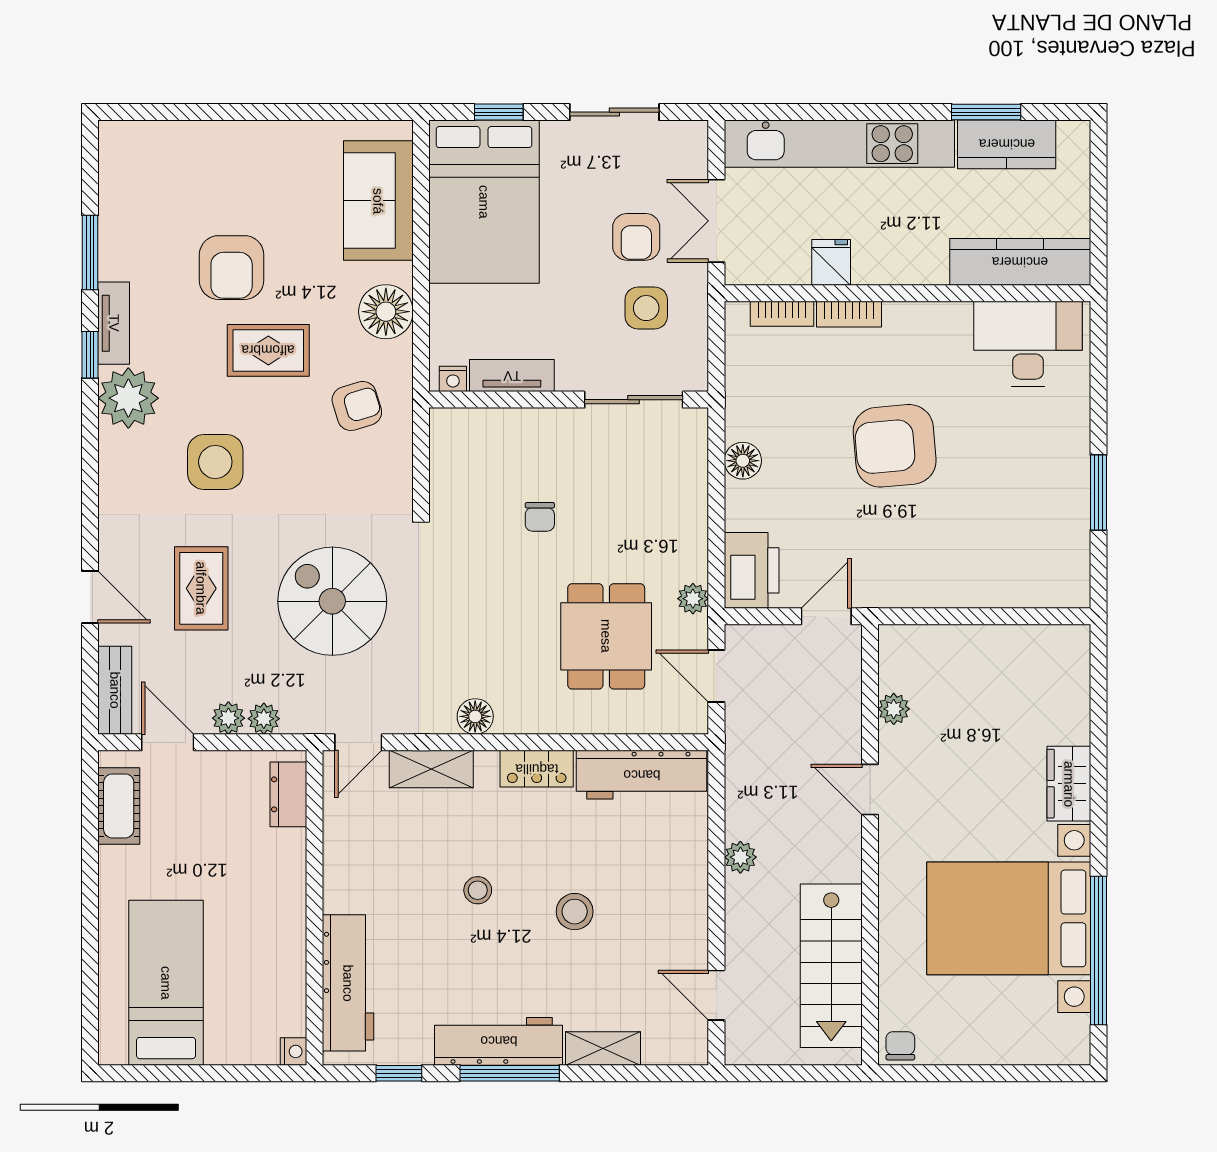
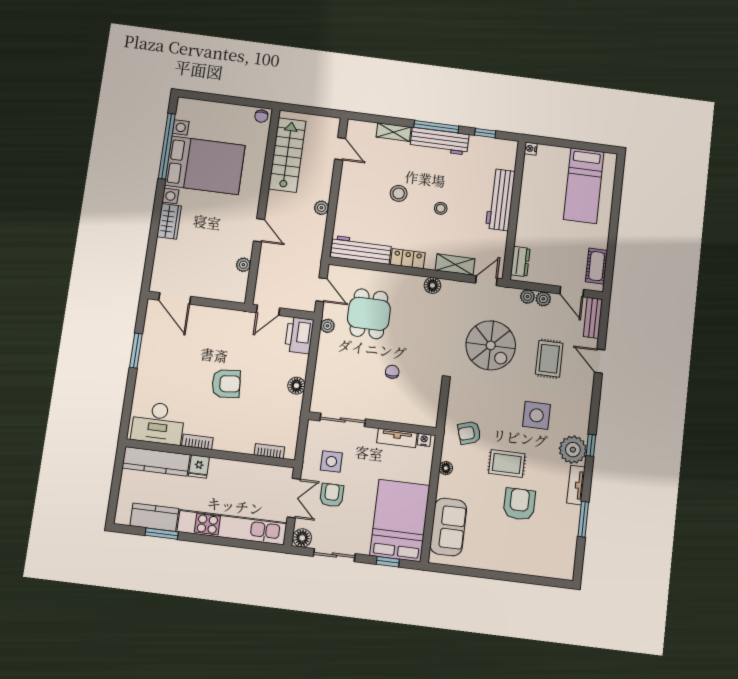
floor lamp: (687, 139) -> (302, 538), added
fridge: (831, 262) -> (199, 466), moved
floor lamp: (386, 312) -> (446, 468), width x0.53, depth x0.53
bookcase: (849, 314) -> (197, 442), moved
window: (90, 355) -> (591, 445), moved
armchair: (895, 446) -> (226, 384), width x0.73, depth x0.73
door: (1032, 616) -> (175, 298), added
workbench: (348, 983) -> (500, 200), moved

